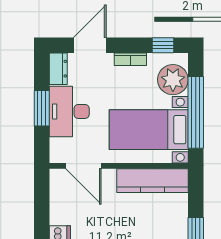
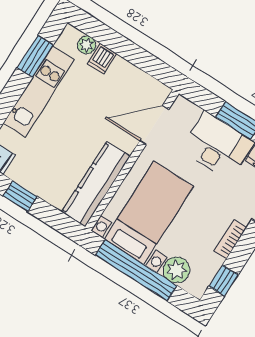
plant: (173, 80) -> (176, 270), width x0.73, depth x0.73

